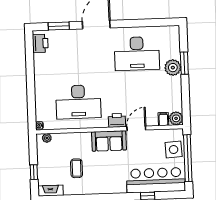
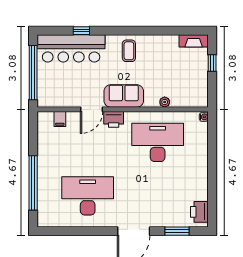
window: (184, 63) -> (33, 183), width x2.11
plant: (173, 68) -> (47, 178), removed
plant: (176, 118) -> (45, 119), removed
plant: (47, 138) -> (165, 102), moved
side table: (174, 150) -> (49, 83), removed
coffee table: (77, 168) -> (129, 51), moved

